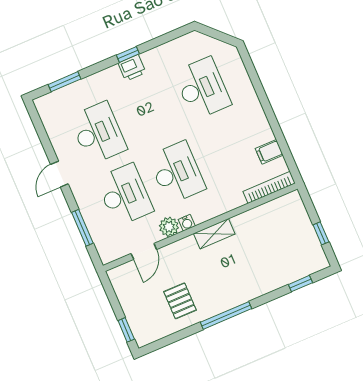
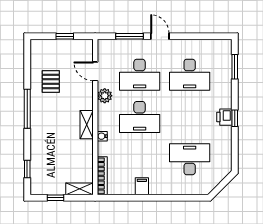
desk: (202, 88) -> (190, 159), turned 180
filing cabinet: (269, 152) -> (142, 186), moved
door: (59, 174) -> (160, 36), moved
shelving: (297, 209) -> (80, 189), added
water cooler: (187, 223) -> (102, 136), moved
pallet: (180, 301) -> (51, 82), turned 90
window: (126, 330) -> (65, 36), moved

